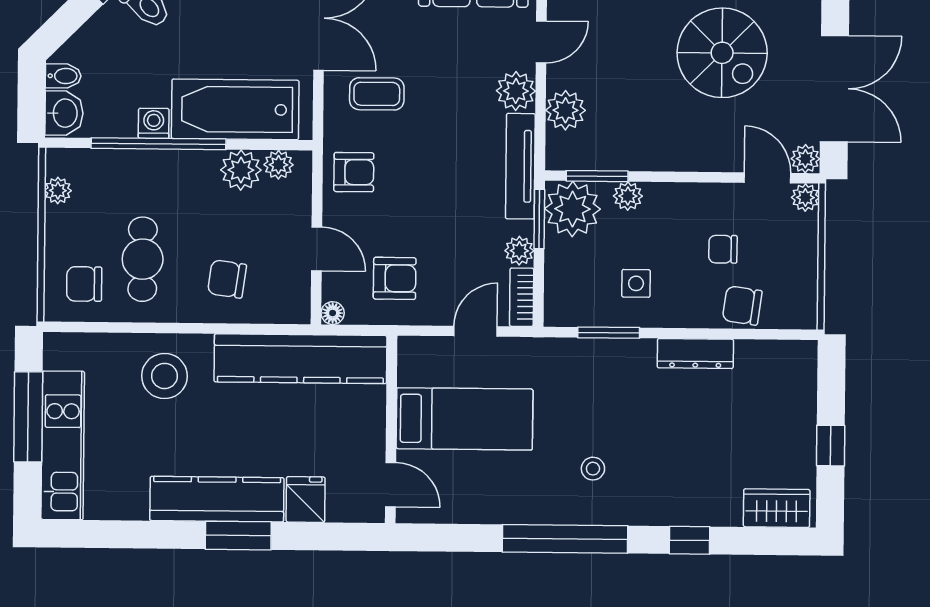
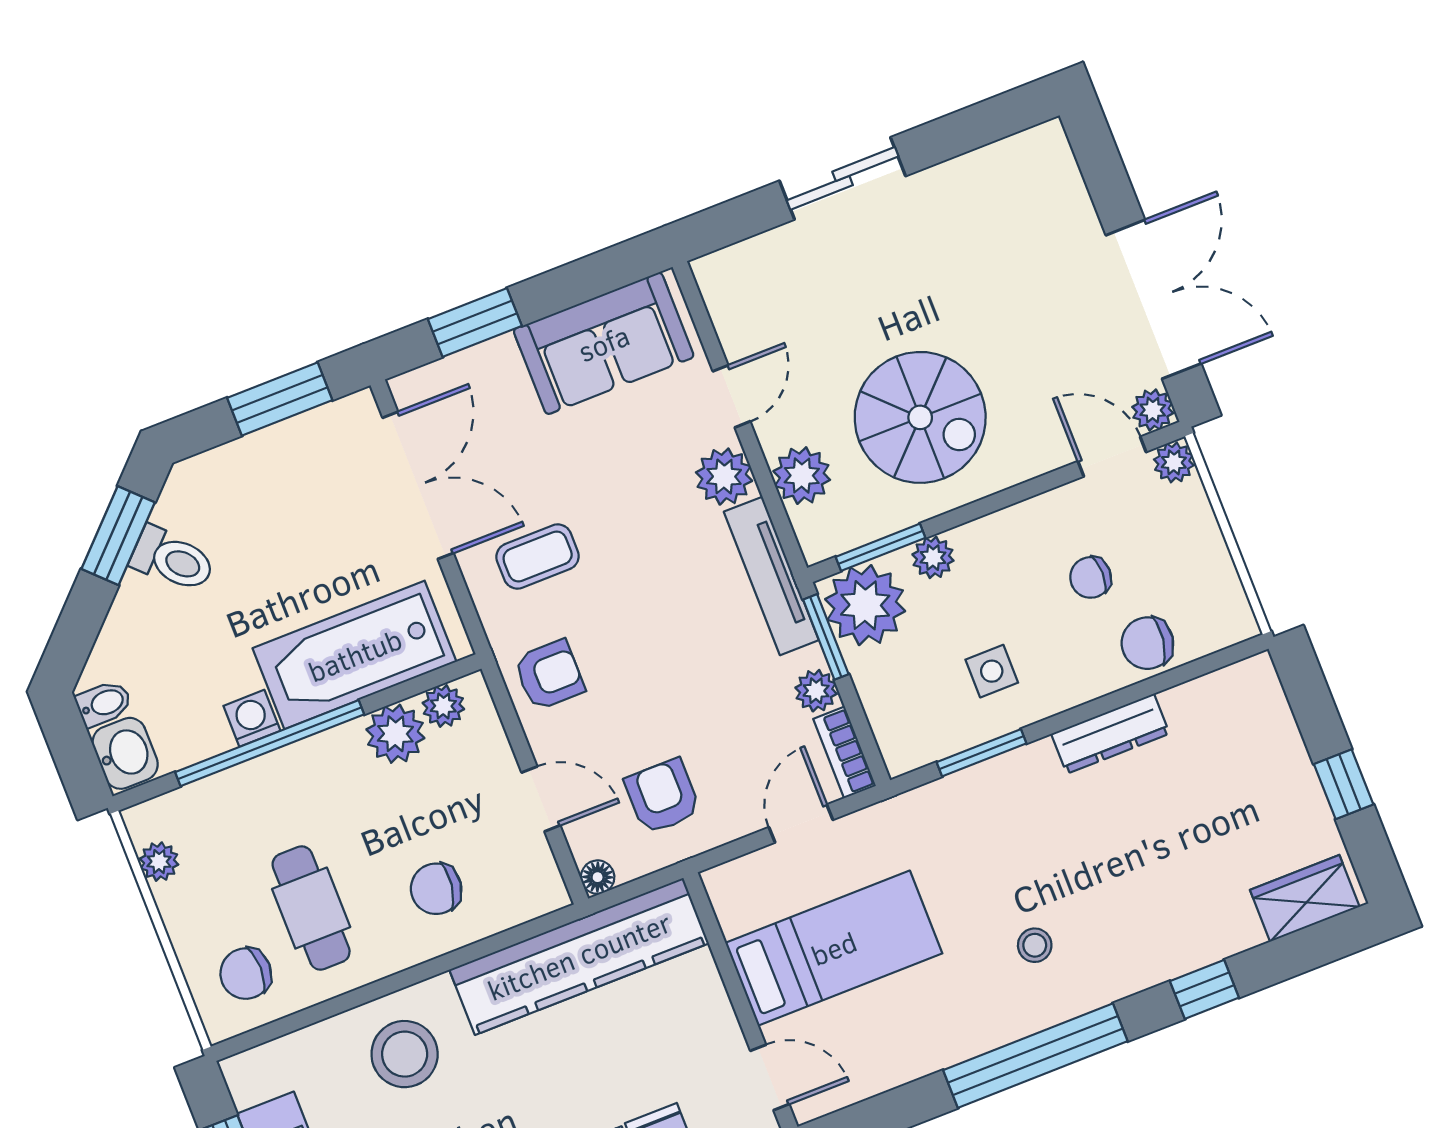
spiral stairs: (722, 53) -> (920, 417), moved
armchair: (395, 278) -> (662, 796), turned -90

